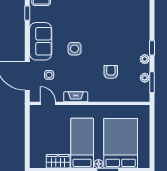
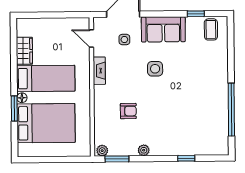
window: (152, 48) -> (186, 158), moved
plant: (145, 78) -> (102, 151), moved
door: (48, 103) -> (91, 38), swing flipped

